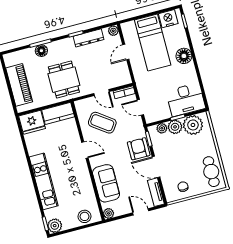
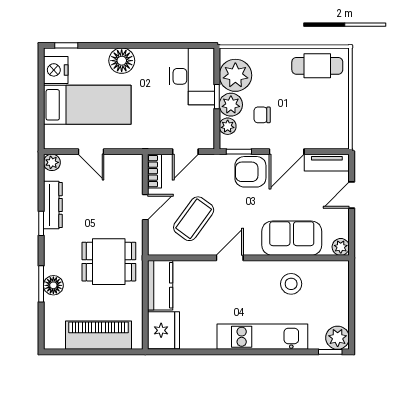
chair: (183, 187) -> (262, 115), moved
stool: (85, 216) -> (291, 284), moved

